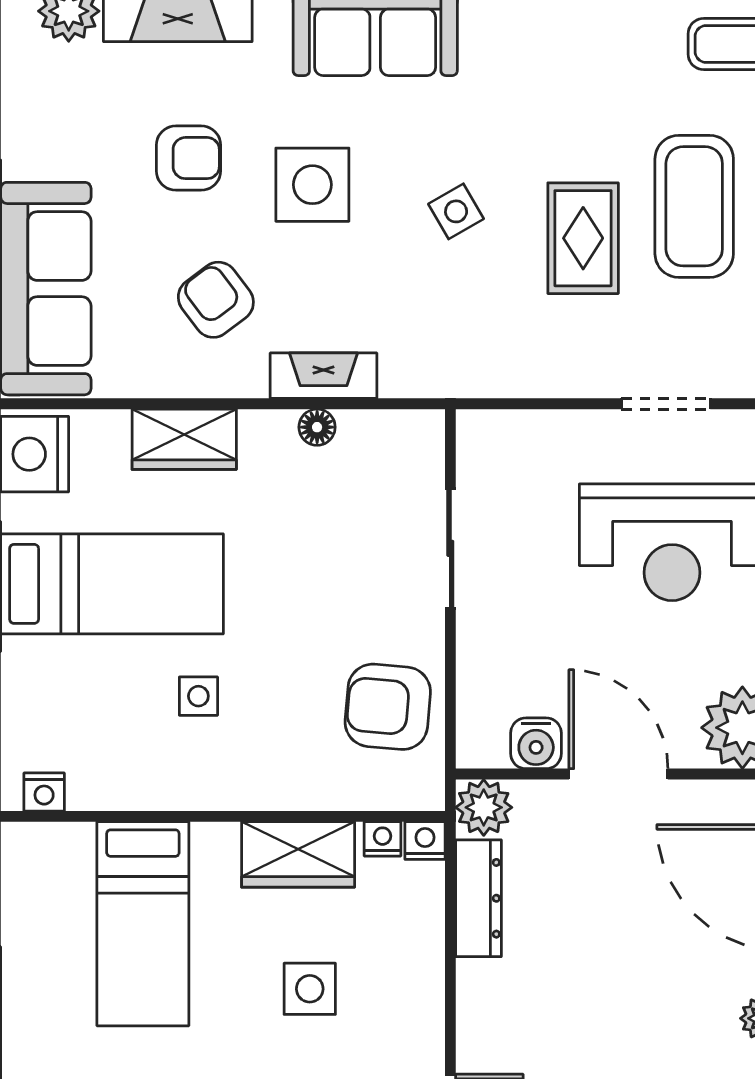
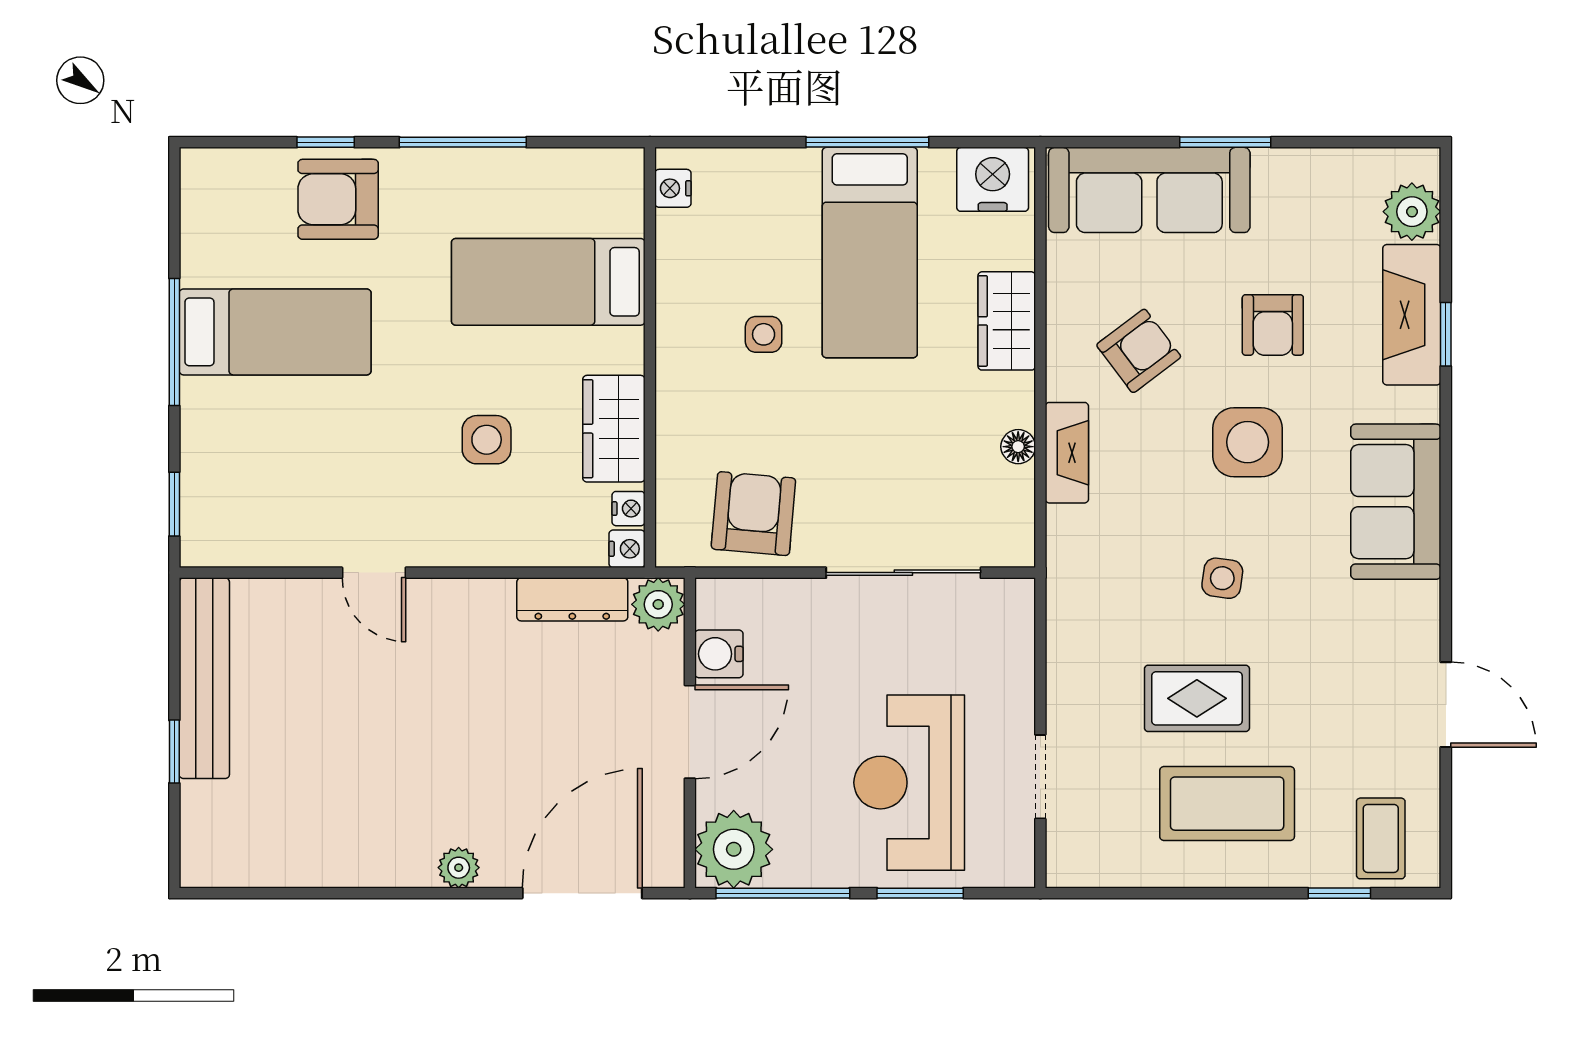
side table: (456, 211) -> (1222, 578), turned 38
sliding door: (450, 548) -> (903, 573), width x1.37

